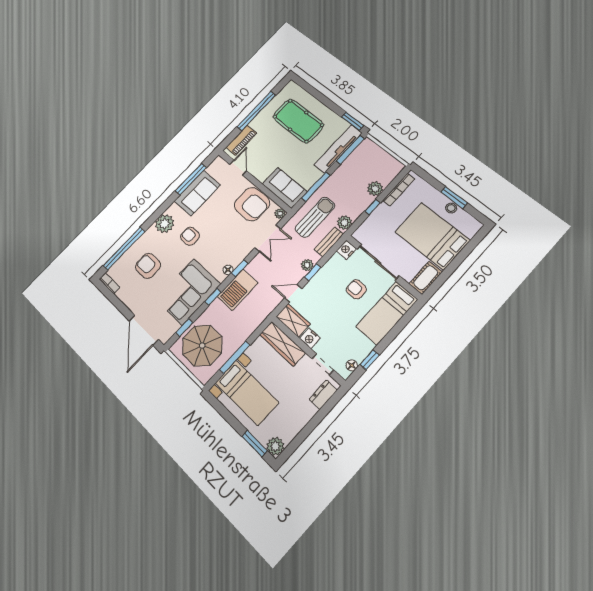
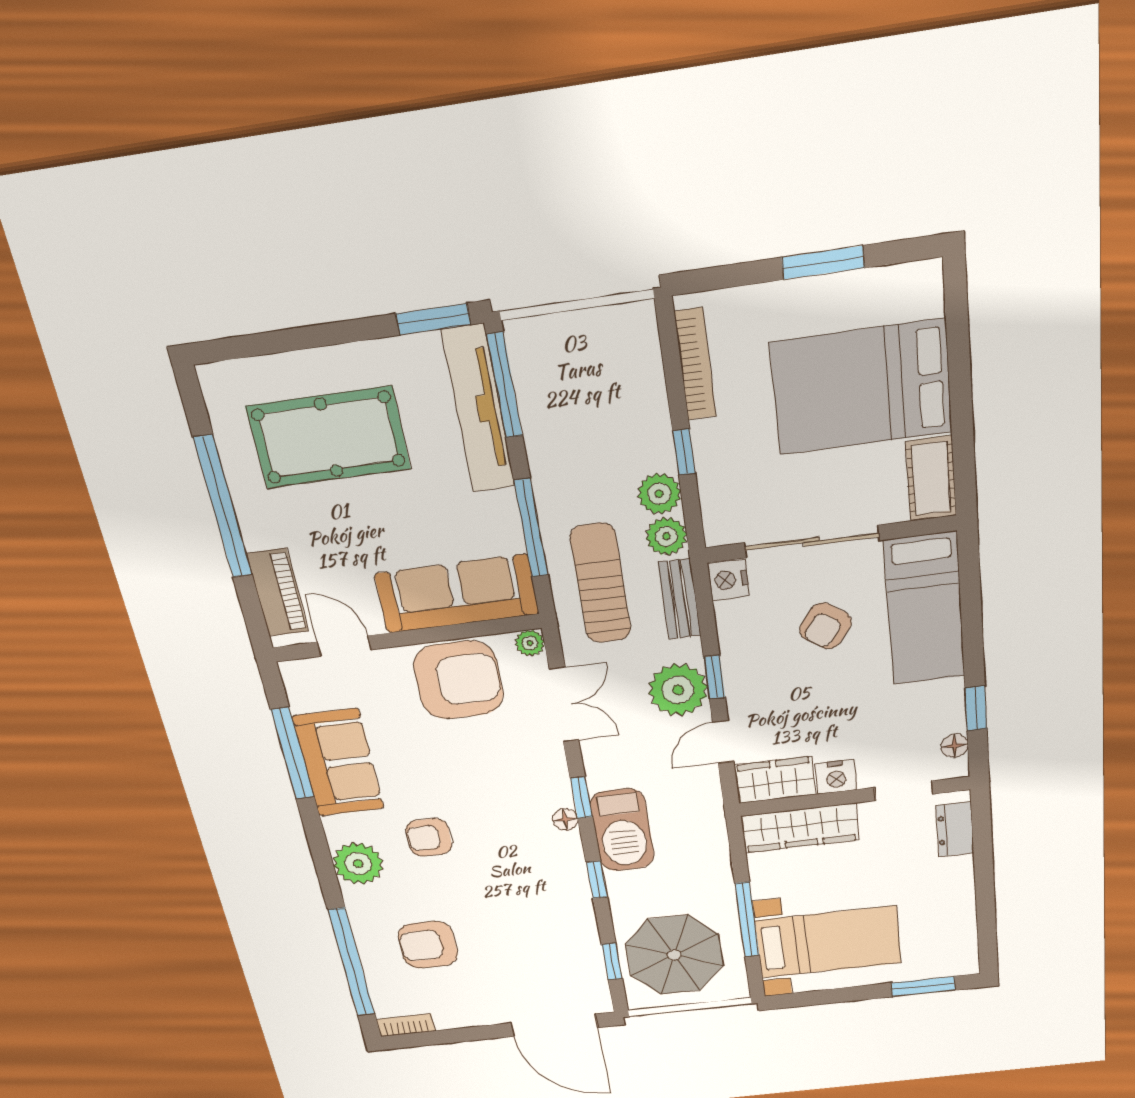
sofa: (285, 188) -> (457, 594), width x1.36
plant: (375, 189) -> (659, 494), moved
stool: (451, 208) -> (840, 292), removed
plant: (307, 265) -> (678, 690), width x1.87, depth x1.87
armchair: (356, 289) -> (825, 626), turned -54
corner sofa: (188, 292) -> (546, 913), removed
plant: (275, 446) -> (959, 960), removed

